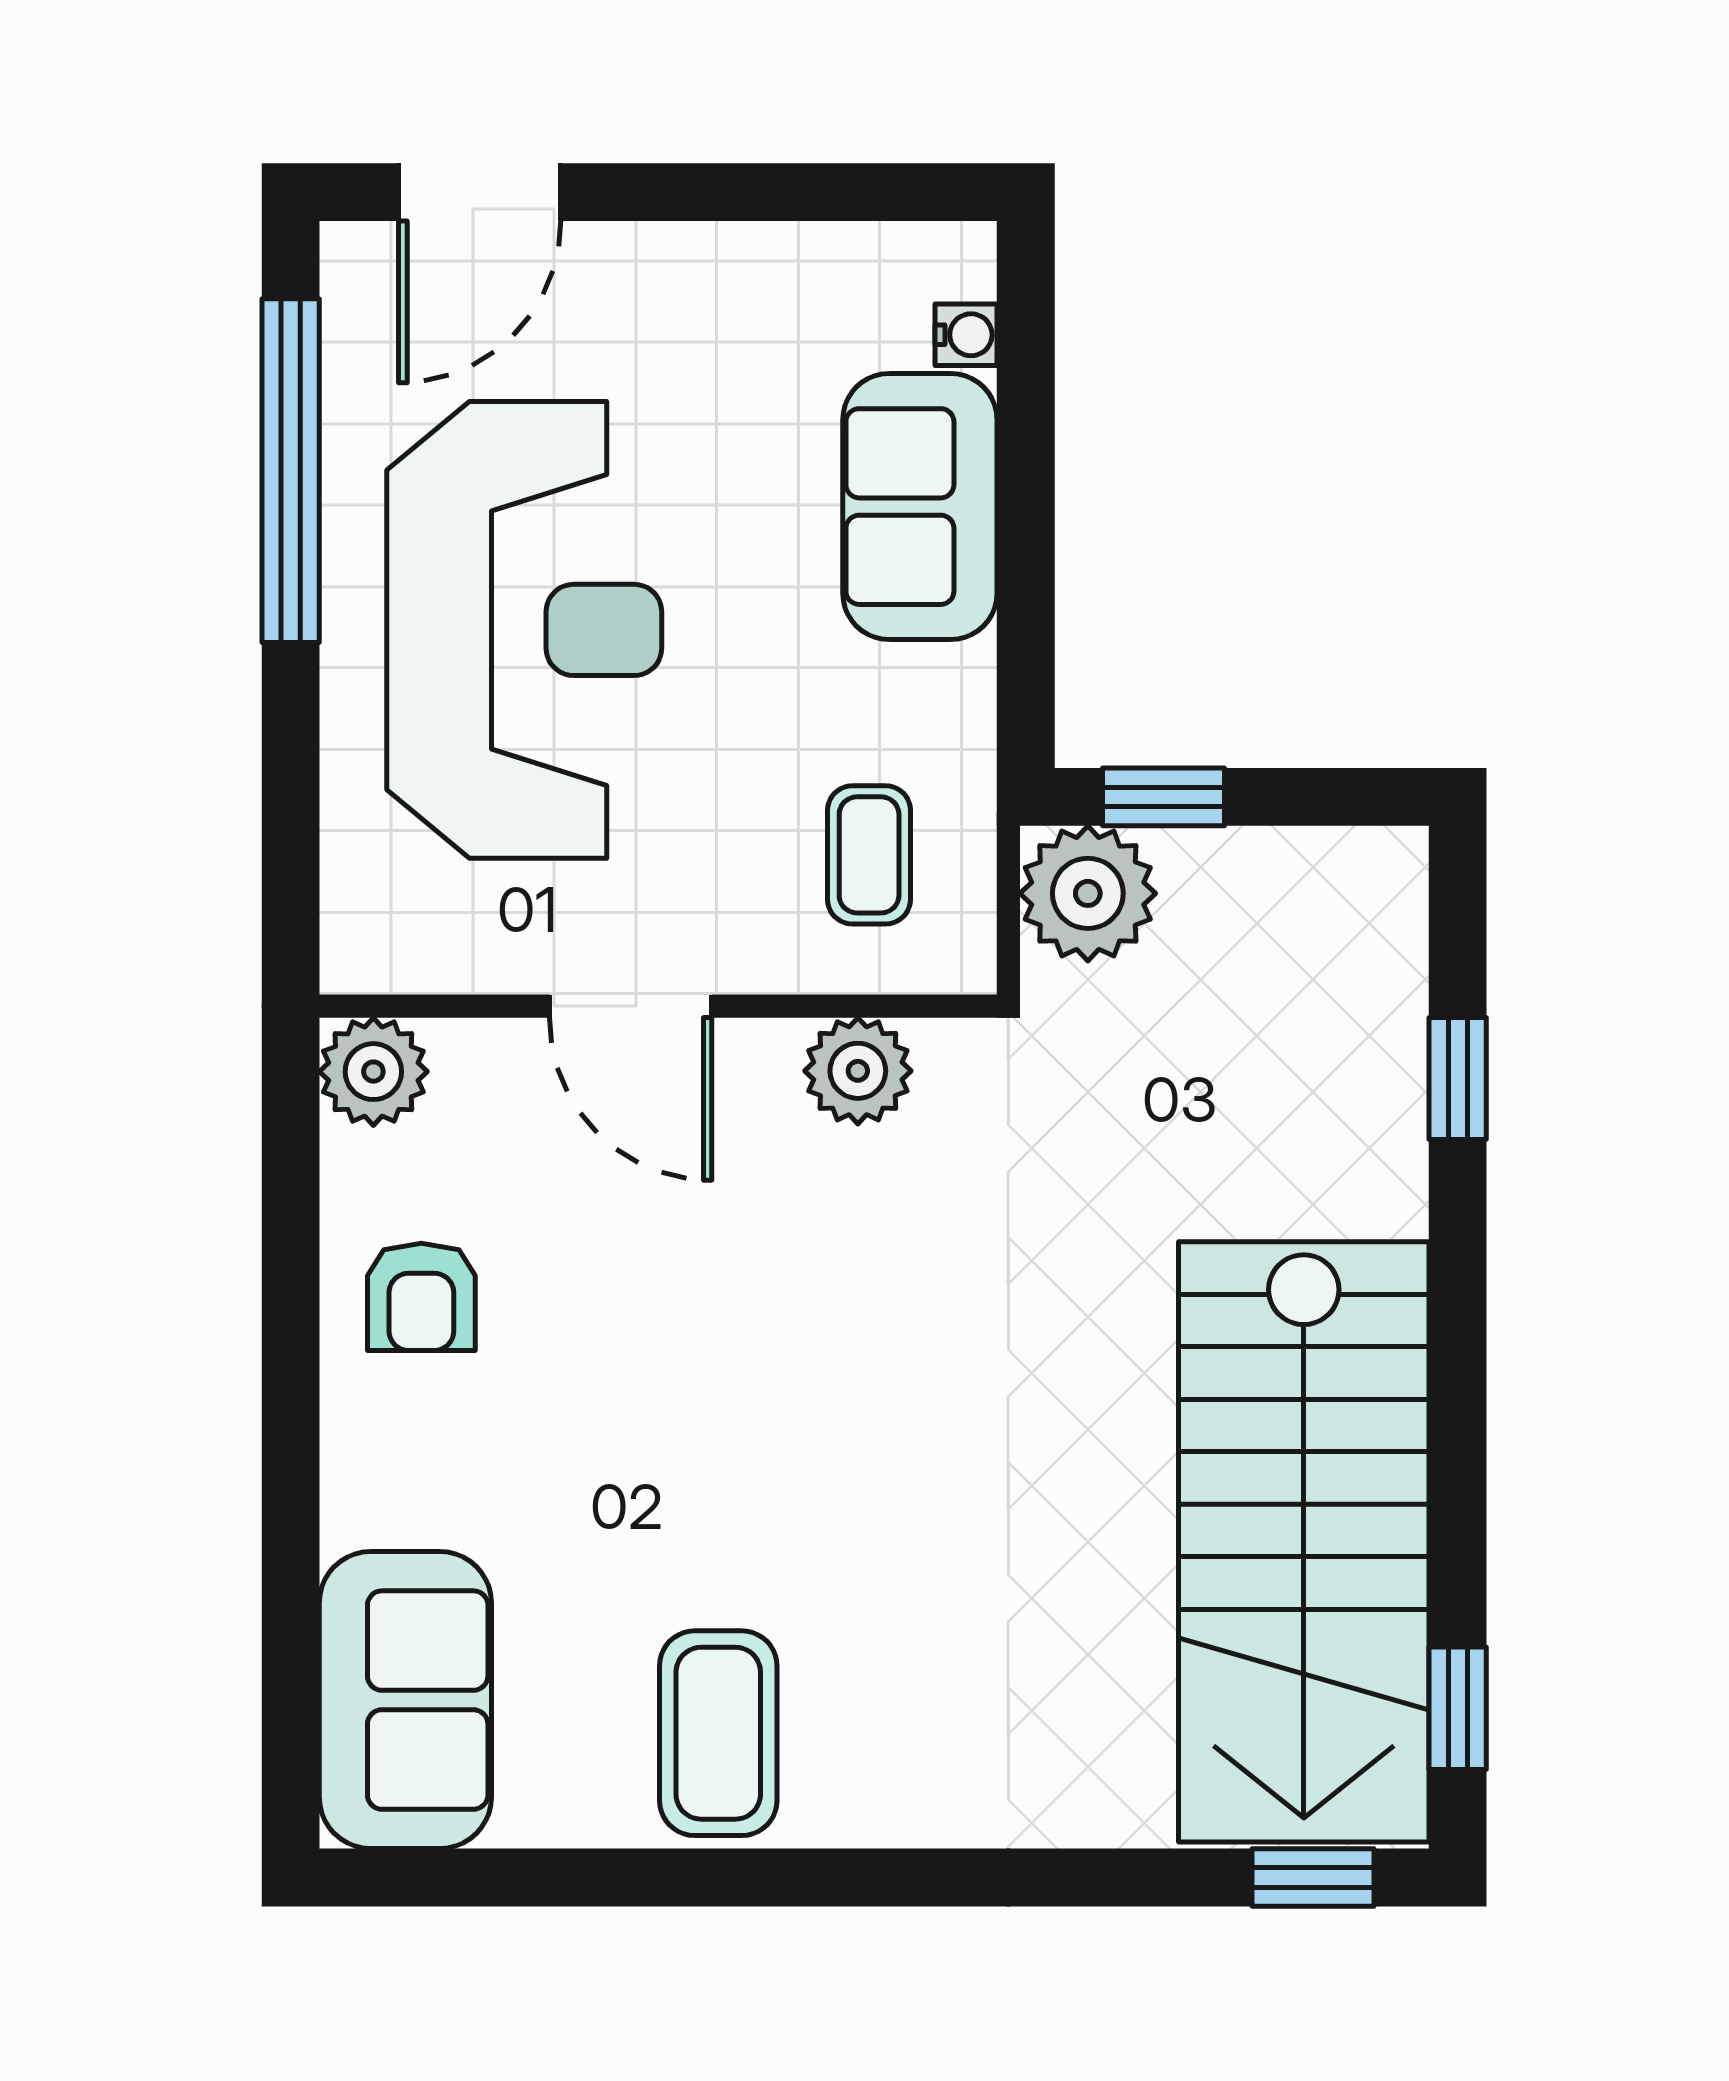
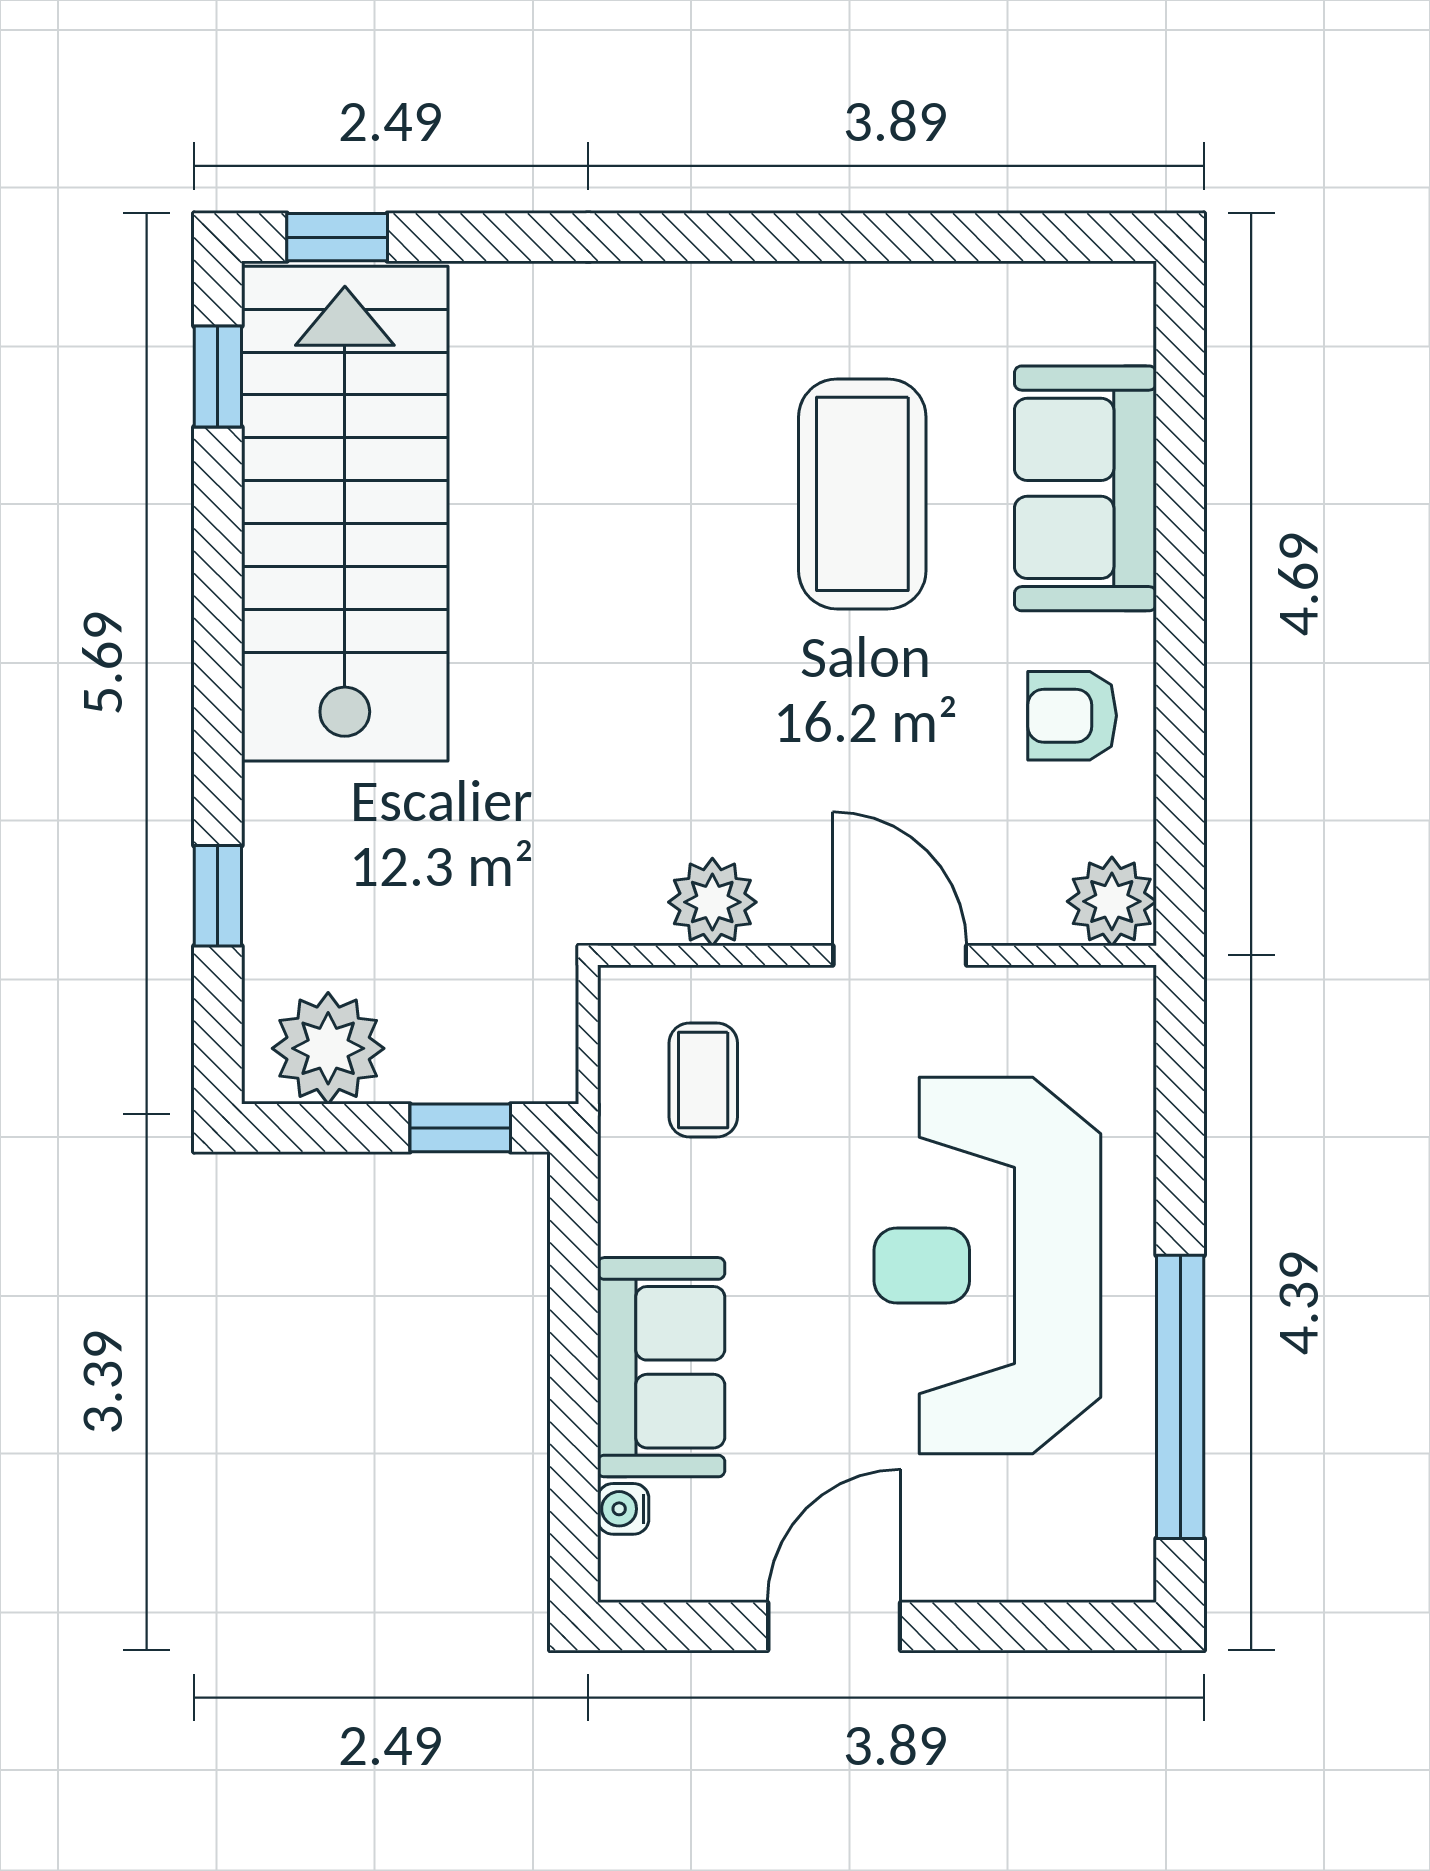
door: (480, 192) -> (834, 1626), moved
plant: (1088, 893) -> (328, 1048), moved
armchair: (421, 1297) -> (1072, 716), turned -90
sofa: (405, 1700) -> (1085, 488), moved
coffee table: (718, 1733) -> (862, 494), moved, width x1.36, depth x1.32

